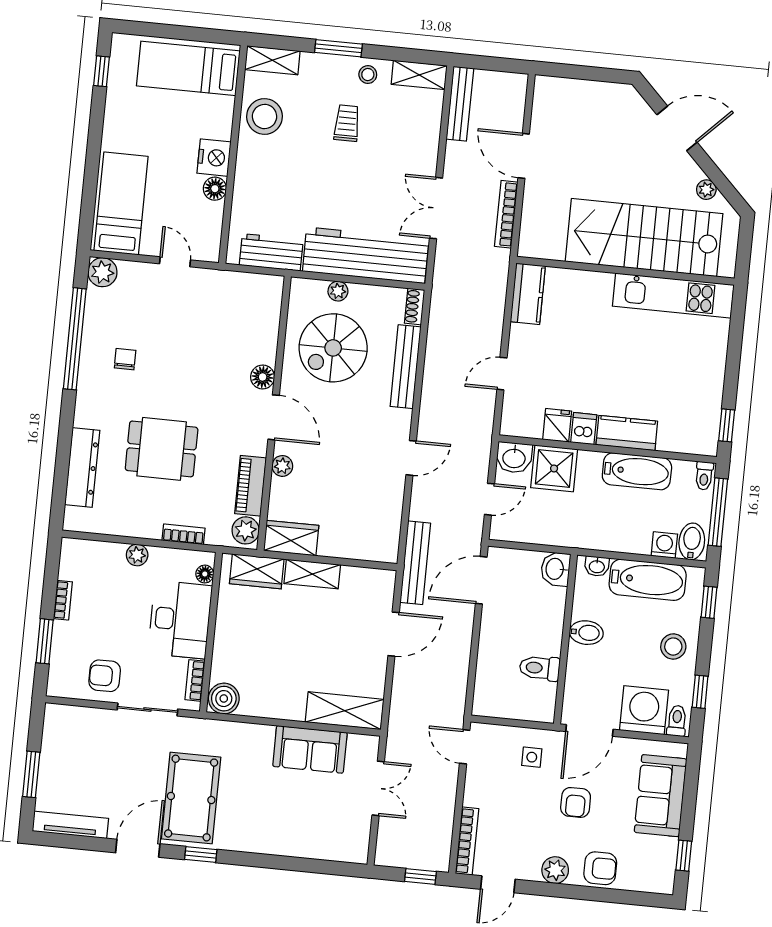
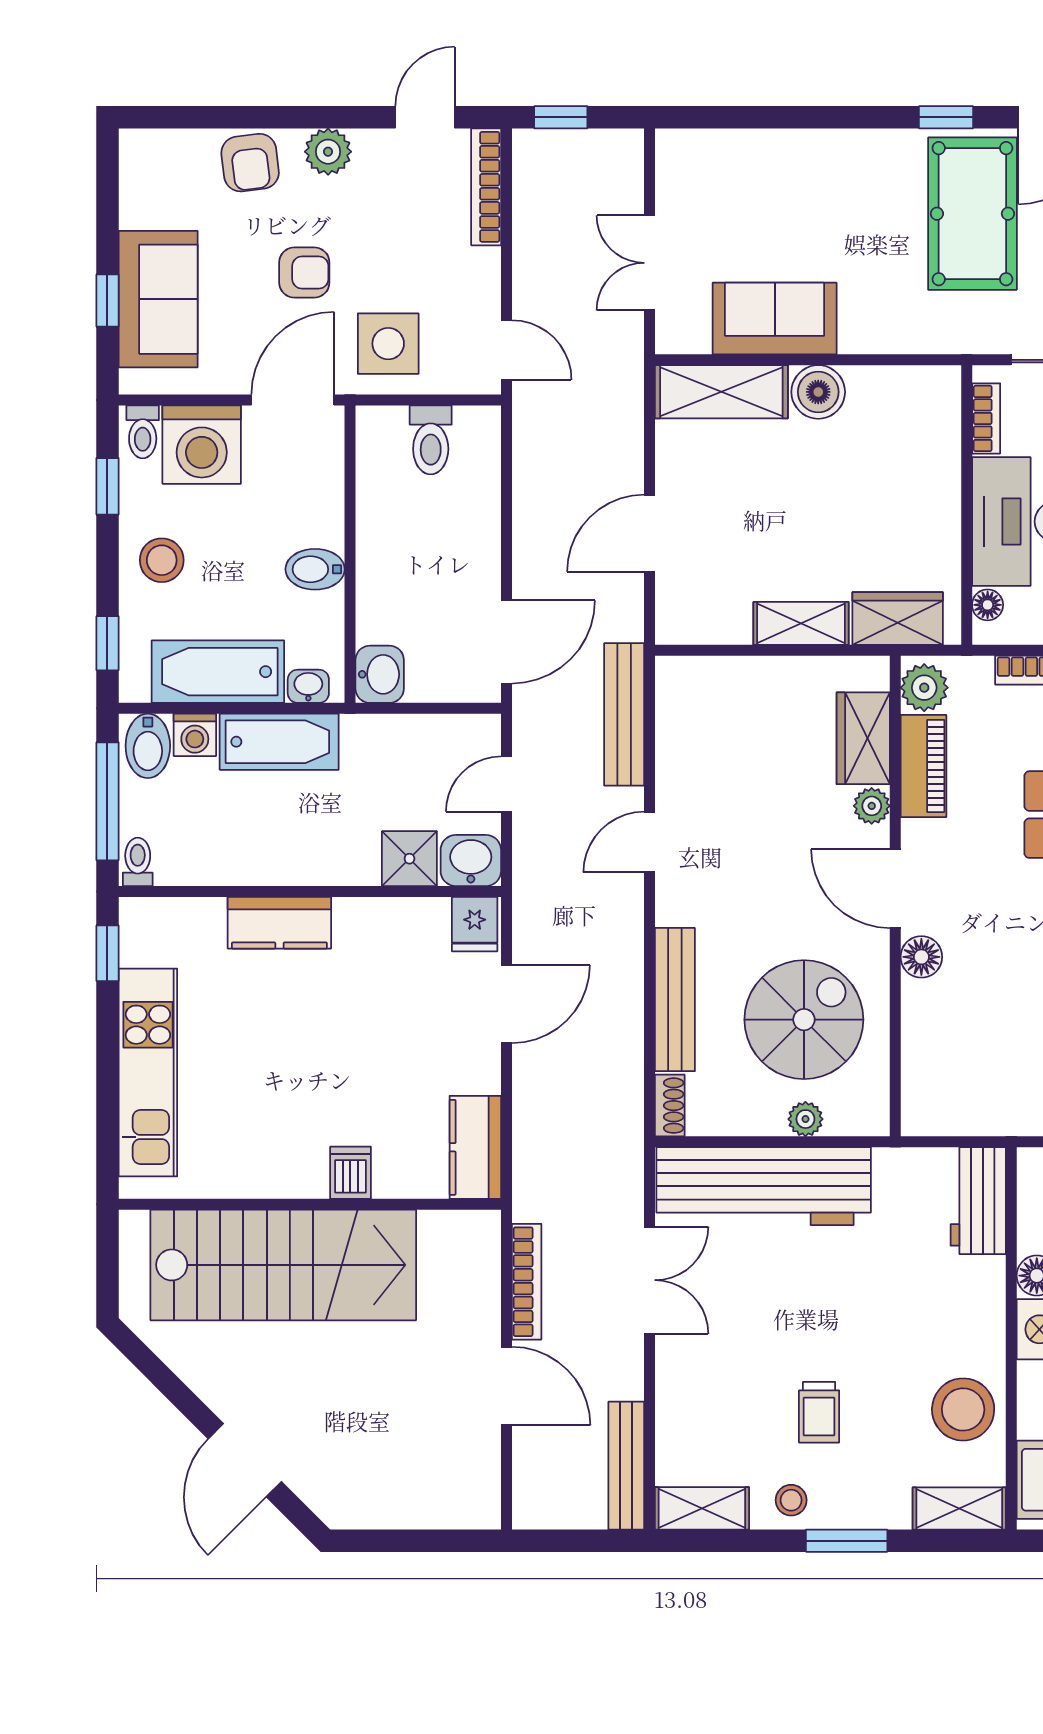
door: (677, 128) -> (245, 1460), hinge flipped
plant: (706, 190) -> (184, 1359), removed
workbench: (271, 252) -> (978, 1201), moved, turned 90
kitchen unit: (673, 295) -> (148, 1073), moved, turned 90
door: (502, 374) -> (506, 1004), width x1.38
fridge: (557, 425) -> (475, 924), moved
dishwasher: (584, 429) -> (350, 1173), moved, turned 180
shower: (554, 468) -> (409, 859), width x0.73, depth x0.73
bathtub: (637, 471) -> (279, 742), moved, turned 180
wardrobe: (291, 538) -> (863, 738), moved, turned 90
bench: (415, 563) -> (624, 714), moved
toilet: (540, 668) -> (431, 440), moved, turned 90
boiler: (224, 699) -> (818, 392), moved
side table: (532, 757) -> (388, 344), width x1.87, depth x1.87
armchair: (576, 802) -> (304, 273), turned 90
window: (684, 856) -> (107, 300), moved
armchair: (600, 868) -> (250, 163), turned -97

